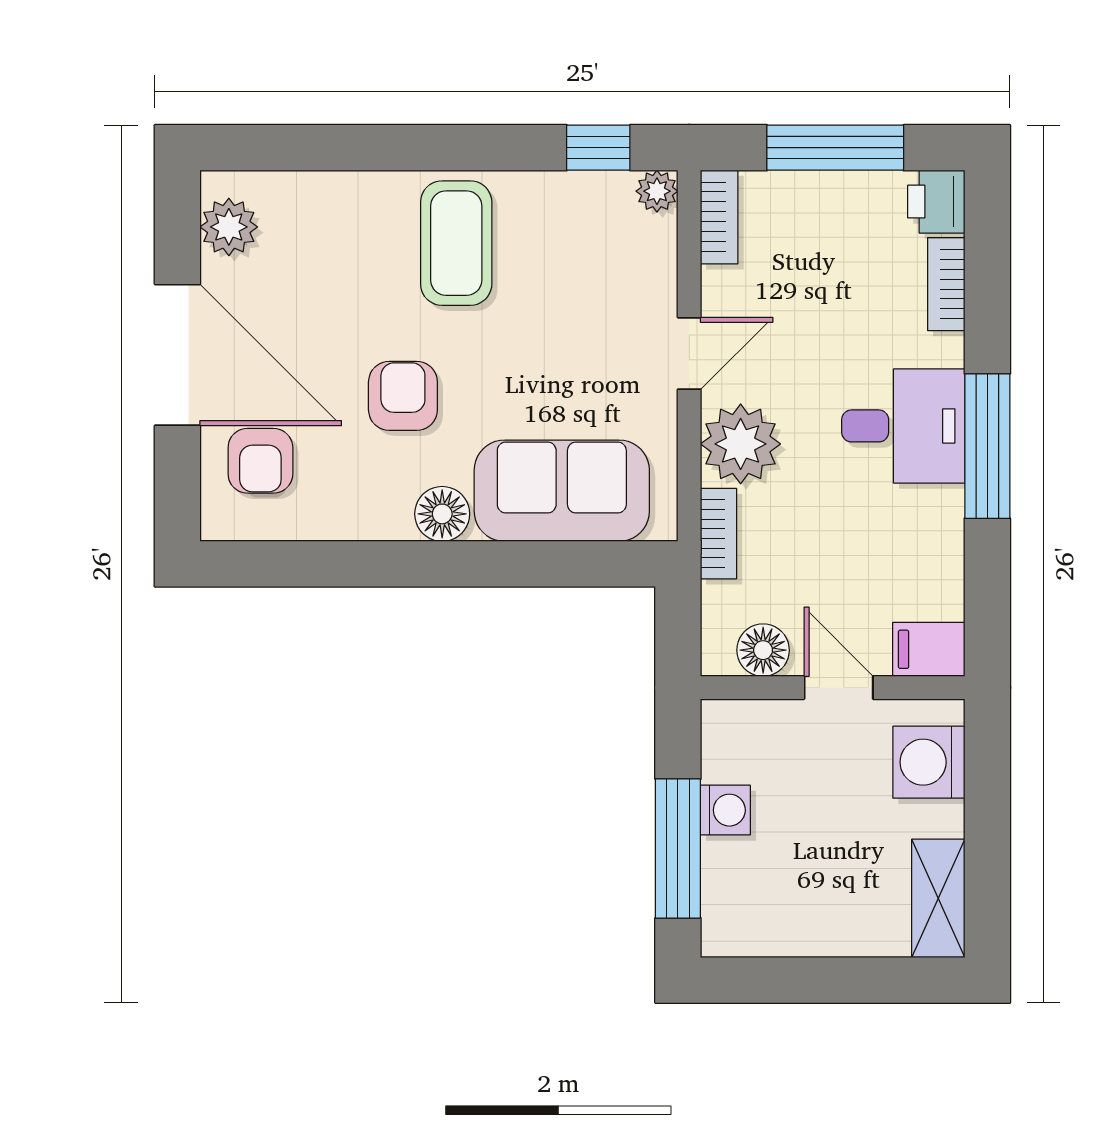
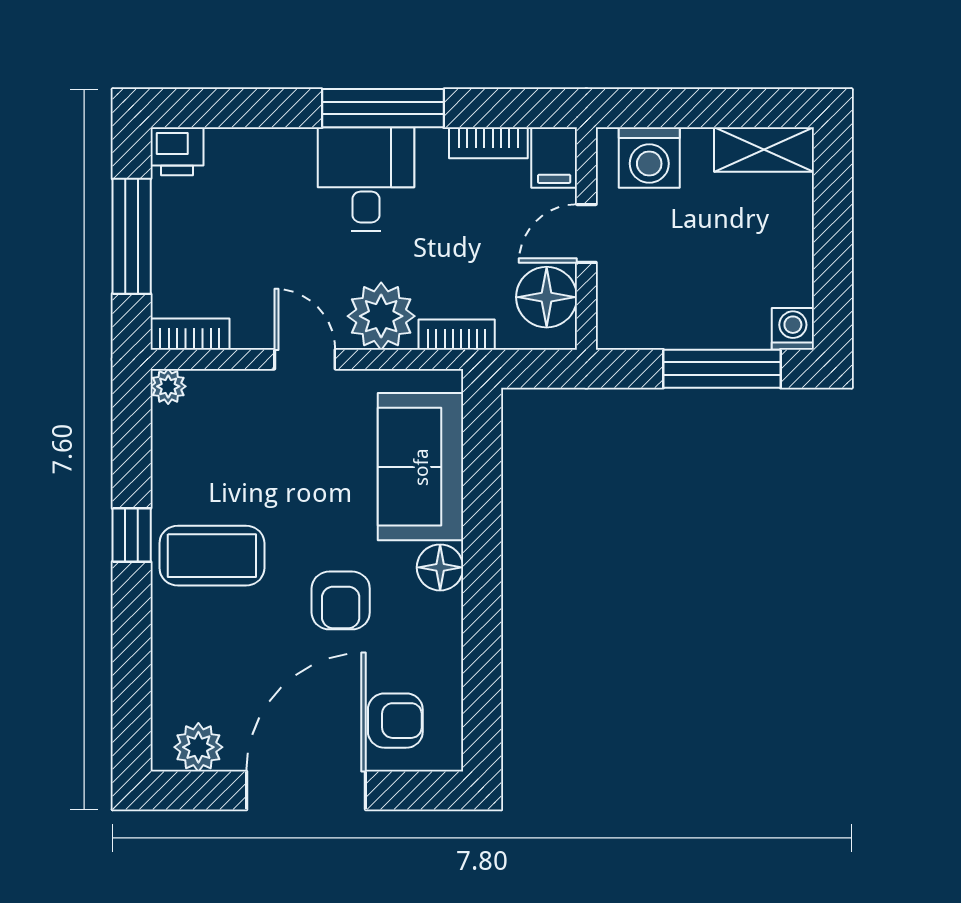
window: (598, 148) -> (132, 535), moved
bookcase: (946, 284) -> (488, 143), moved
armchair: (403, 396) -> (341, 600), turned -90
floor lamp: (763, 650) -> (547, 297), width x1.38, depth x1.38
washing machine: (725, 810) -> (793, 329), moved

